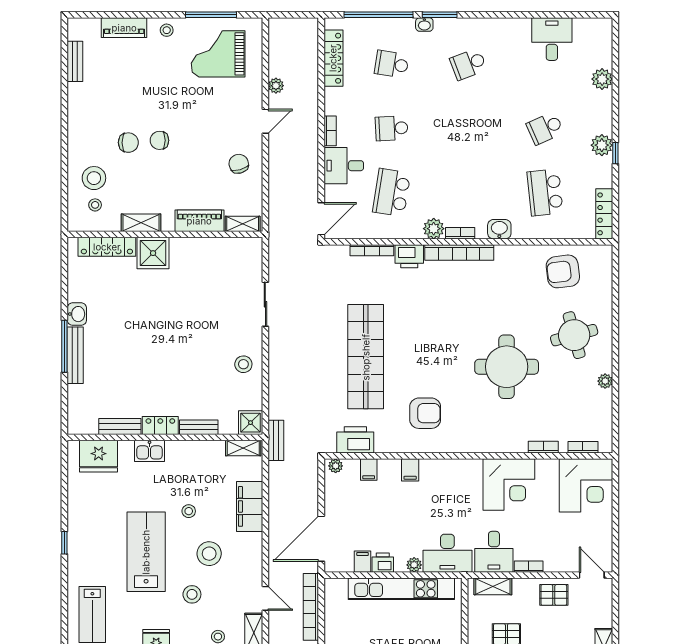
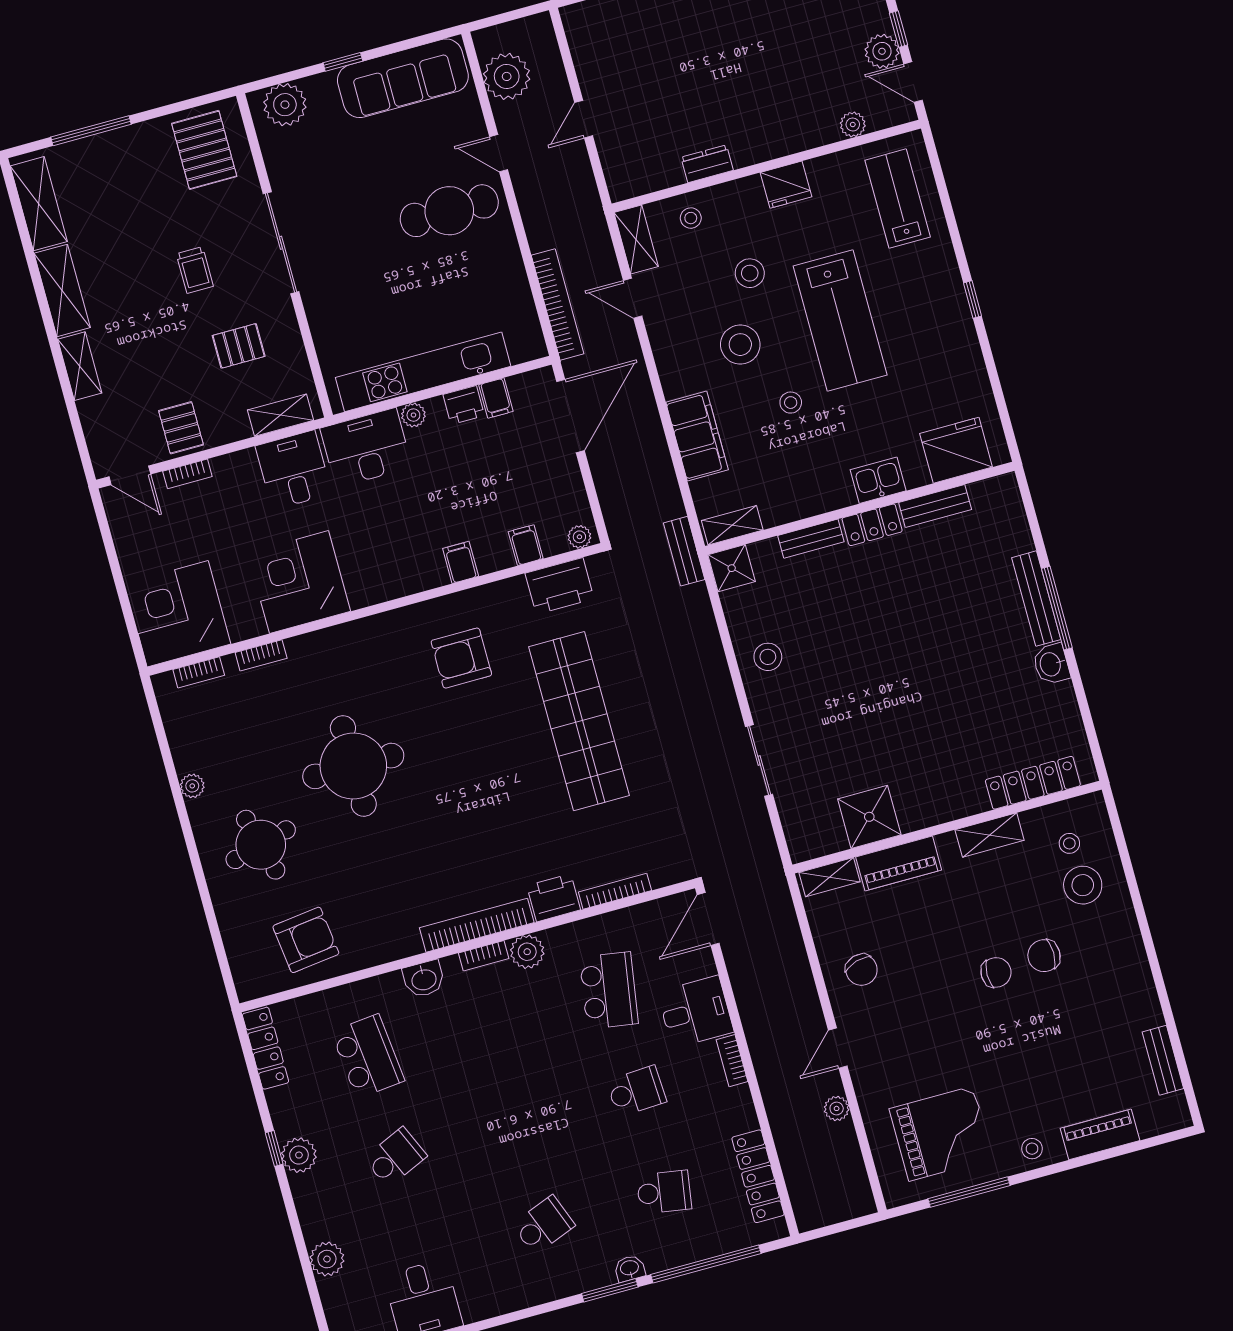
shower: (153, 253) -> (869, 817), moved
bookcase: (529, 567) -> (187, 474), moved
pallet: (554, 595) -> (181, 428), turned 90

